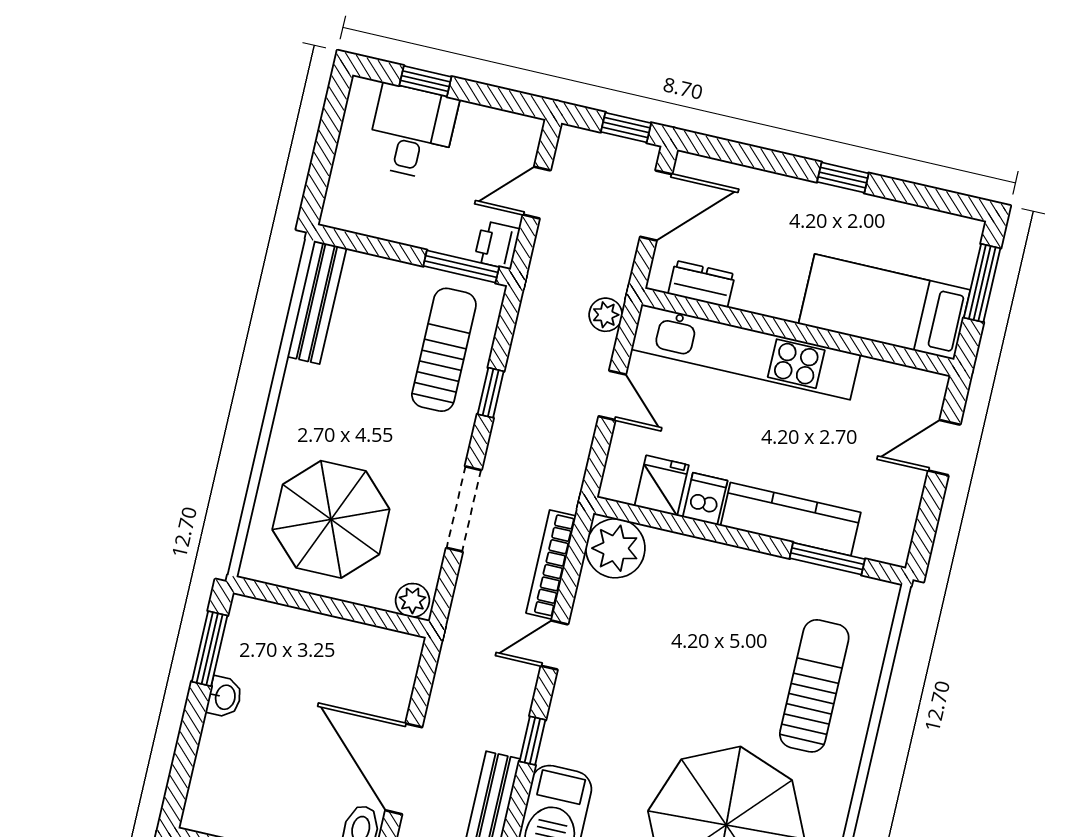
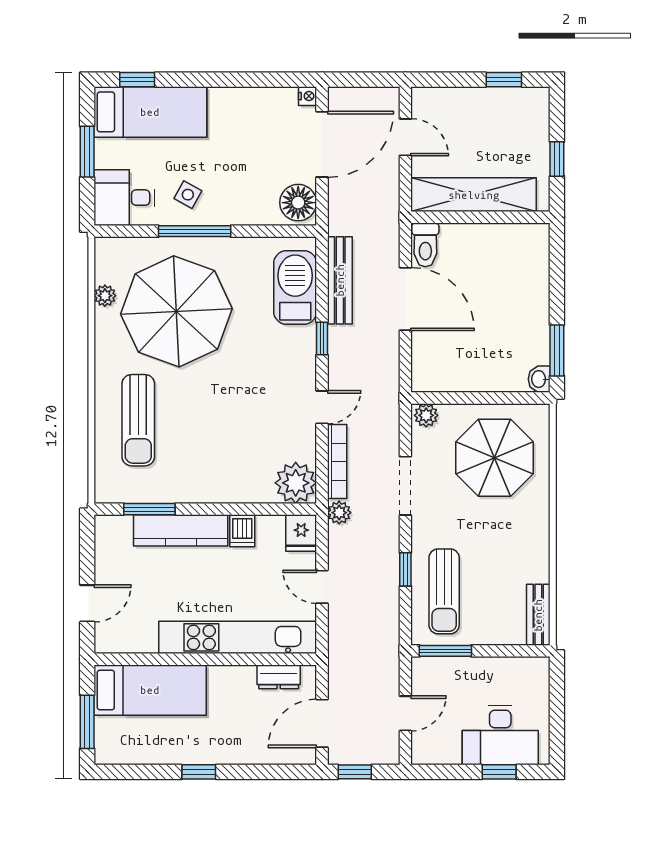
desk: (412, 132) -> (500, 735), width x1.37
printer: (497, 245) -> (424, 671), removed
bench: (317, 302) -> (538, 615), width x0.73
plant: (606, 315) -> (339, 513), moved
fridge: (662, 486) -> (301, 533), moved
washbasin: (224, 697) -> (539, 379), moved

